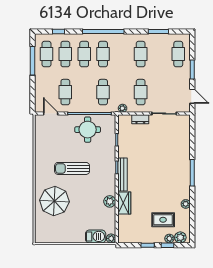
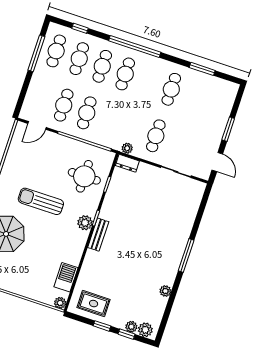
cafe table: (178, 54) -> (217, 105), removed
cafe table: (103, 92) -> (87, 113), moved
door: (51, 114) -> (37, 125), swing flipped
dresser: (140, 119) -> (127, 163), moved
round table: (88, 130) -> (84, 176), moved
bench: (122, 174) -> (98, 235), width x0.73
plant: (110, 201) -> (85, 223), moved
wardrobe: (124, 203) -> (91, 265), removed
rug: (163, 220) -> (94, 304), moved
barbecue: (96, 236) -> (66, 277), moved, turned -90

